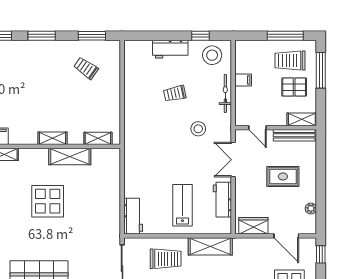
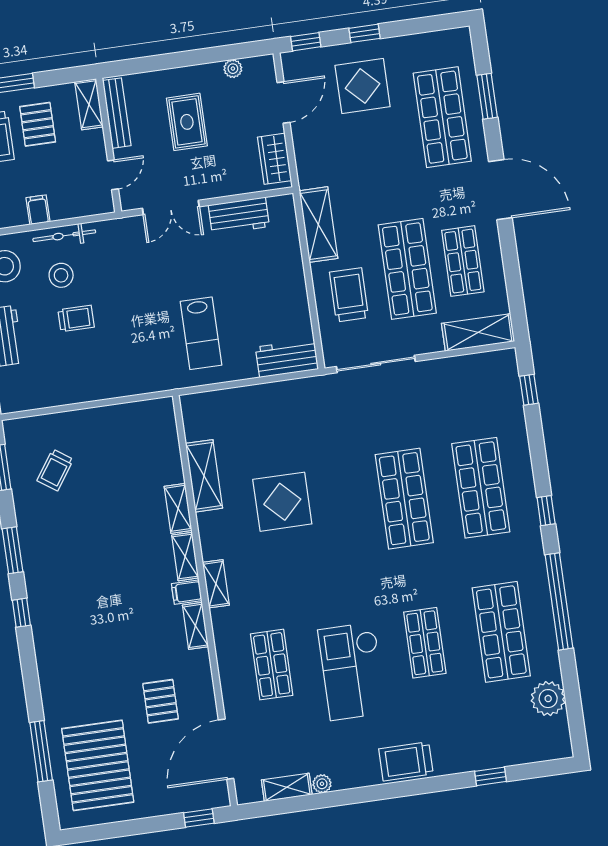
trolley: (175, 93) -> (76, 318), turned -78
stool: (198, 129) -> (61, 275), moved
shelving: (98, 138) -> (185, 557), moved
lab bench: (182, 205) -> (201, 333), moved, turned -90

